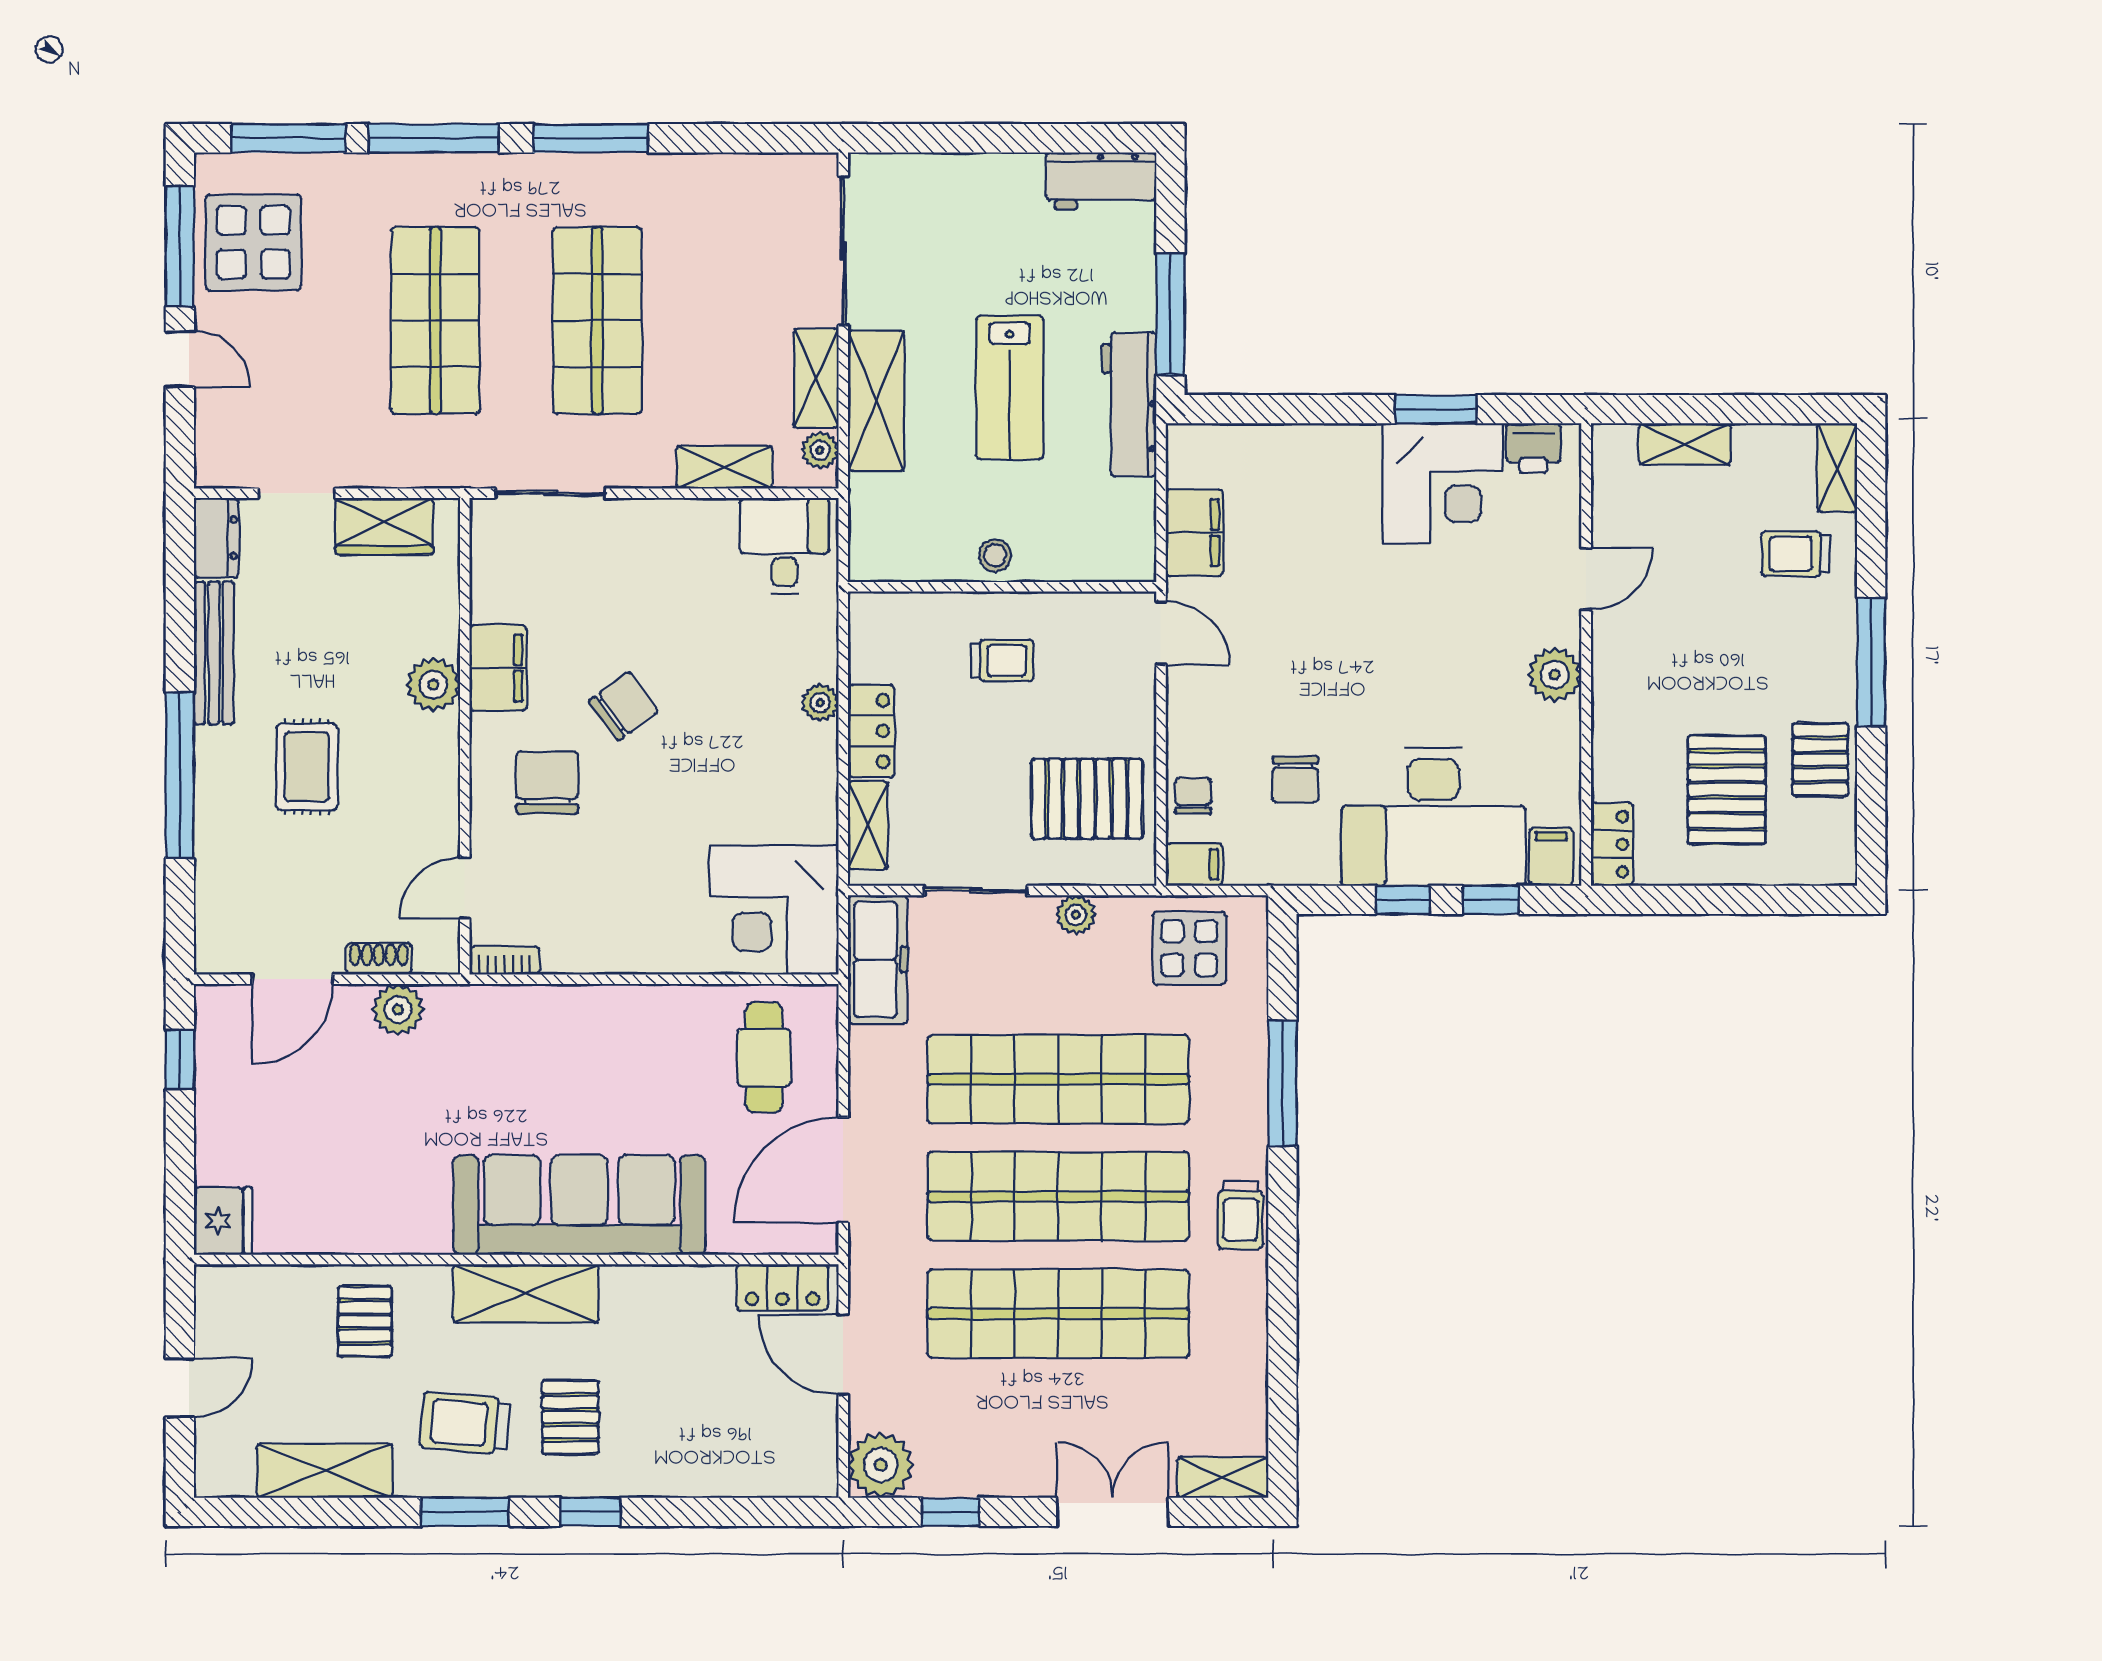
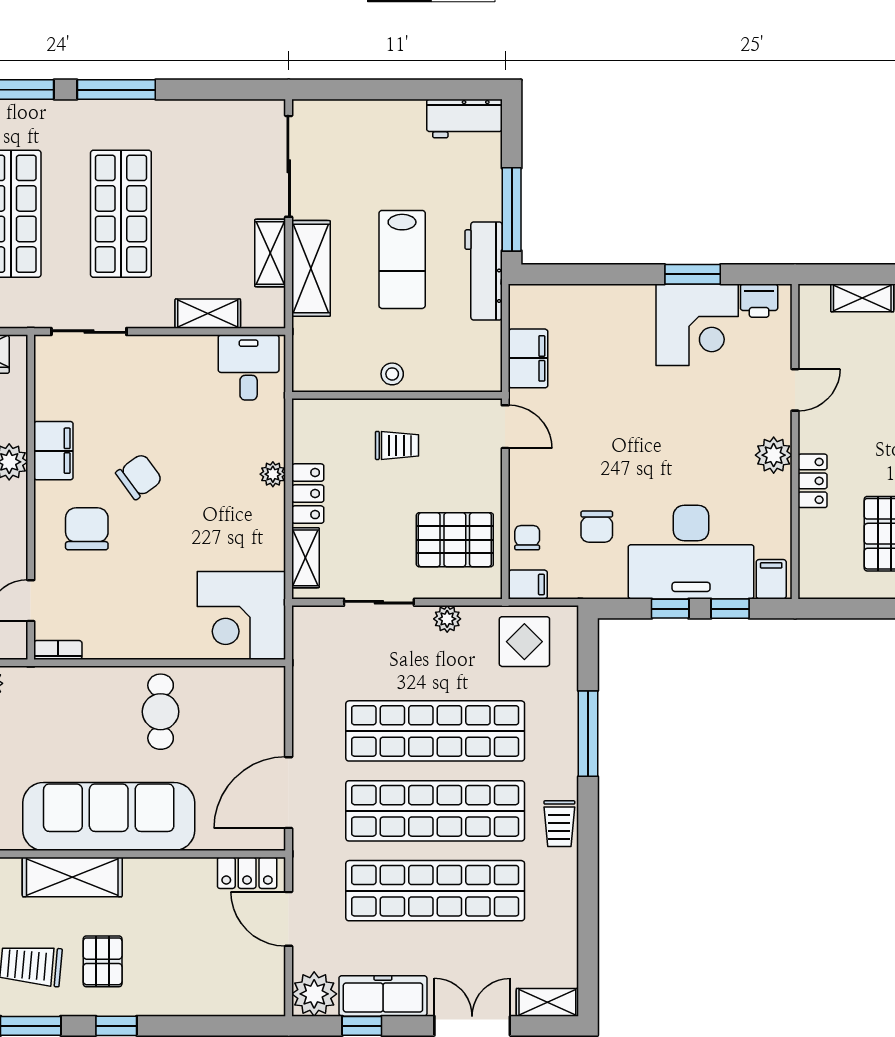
plant: (820, 450) -> (273, 302), removed
locker: (1612, 844) -> (813, 481), moved
freezer: (878, 959) -> (383, 996), moved, turned -90
cafe table: (764, 1058) -> (161, 712), moved

